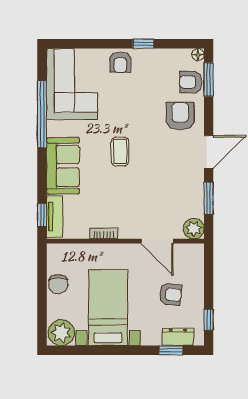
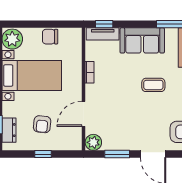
window: (209, 320) -> (43, 154), moved

